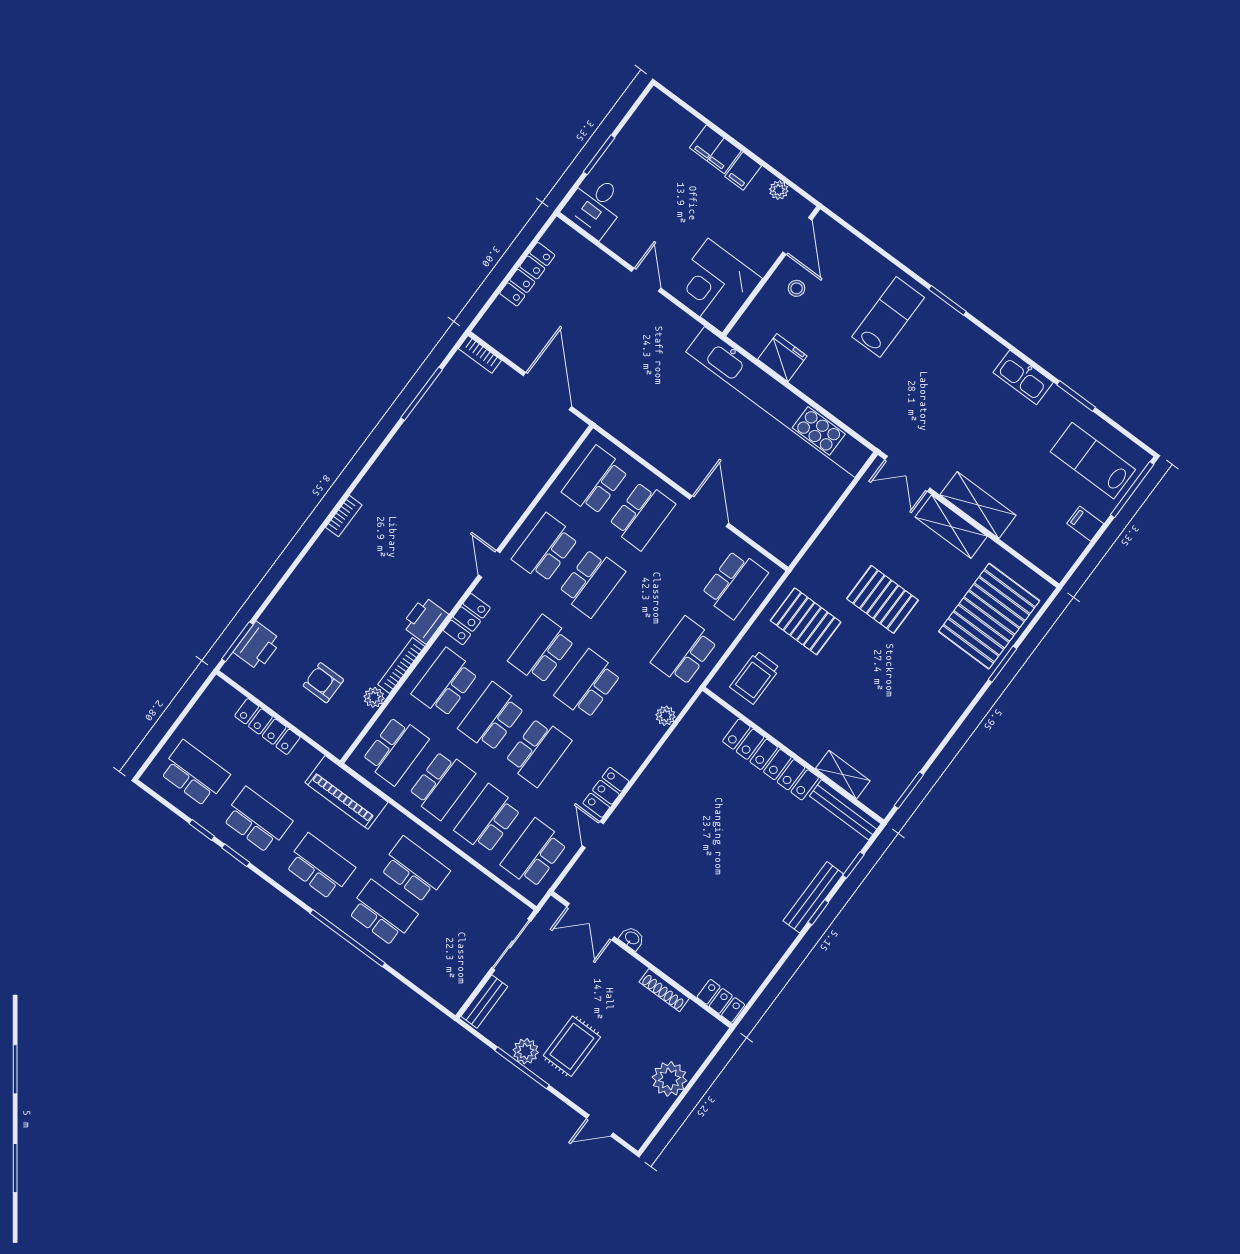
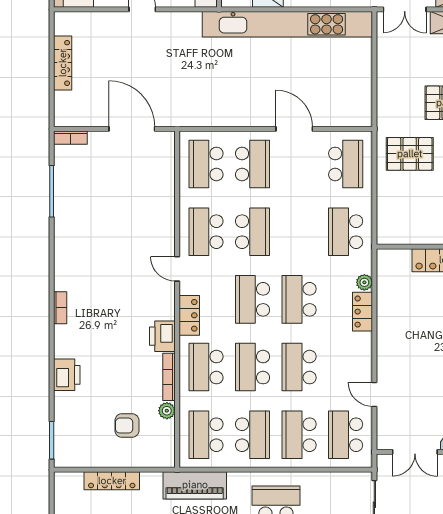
printer: (257, 646) -> (67, 375), moved
trolley: (755, 677) -> (404, 215), removed
school desk: (395, 750) -> (206, 435), turned 180
school desk: (538, 752) -> (299, 367), turned 180
locker: (606, 792) -> (363, 312), moved

